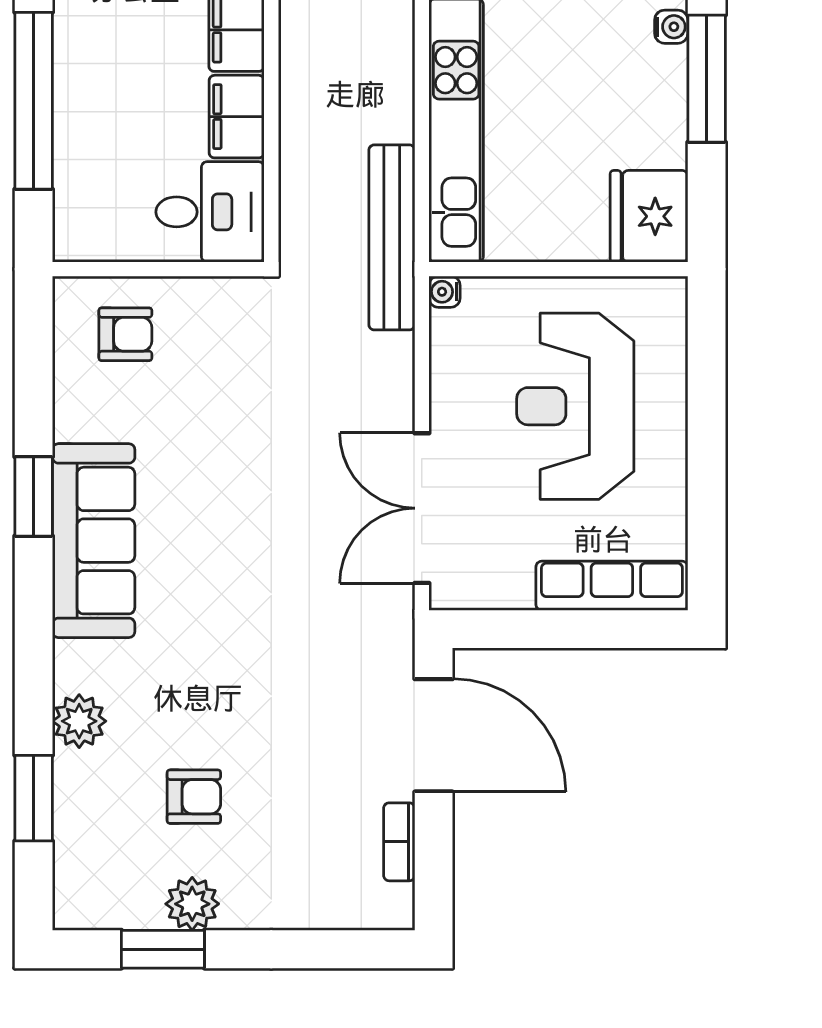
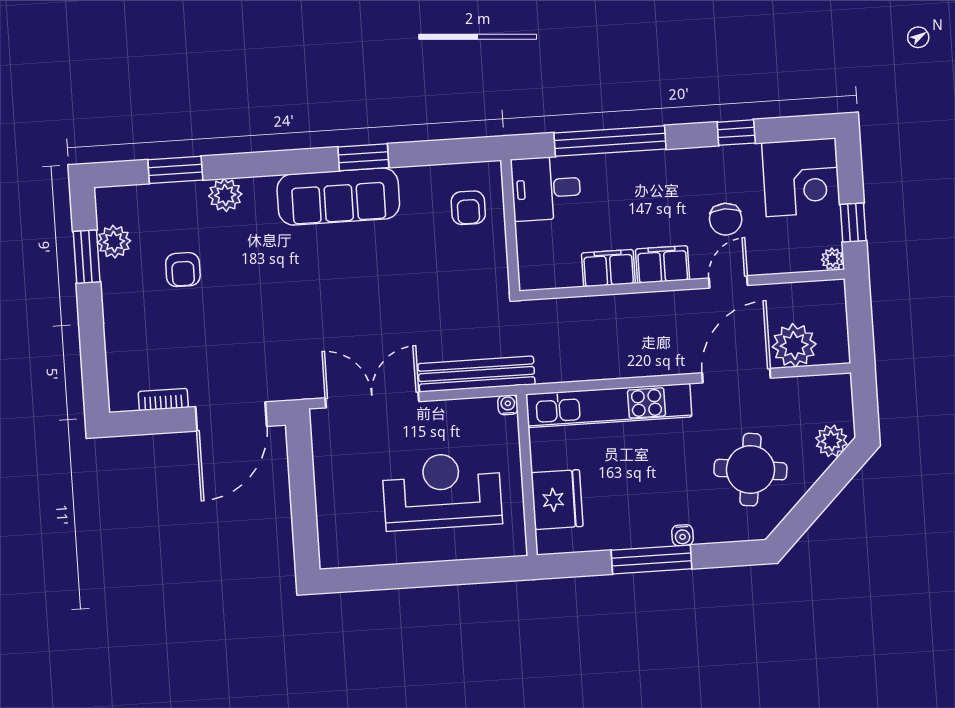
desk: (210, 212) -> (546, 188), moved, turned 90
fridge: (649, 216) -> (557, 500), moved, turned 90
bench: (392, 237) -> (476, 374), moved
row of seats: (612, 586) -> (332, 521), removed
plant: (192, 904) -> (114, 242), moved

